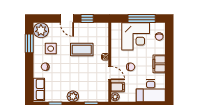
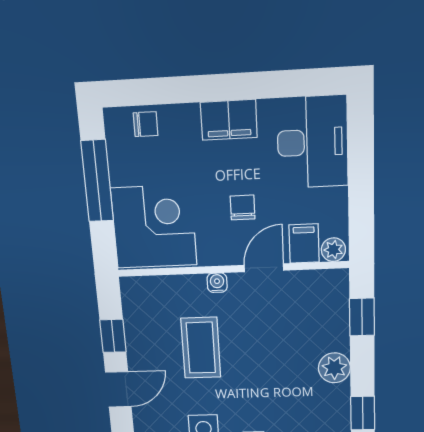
corner desk: (136, 36) -> (154, 227), moved

